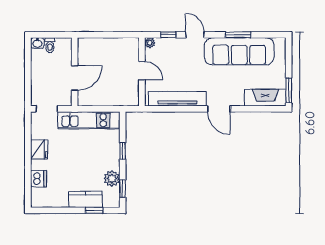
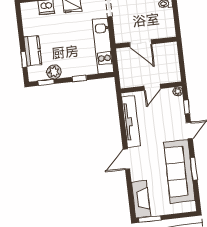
wall: (75, 72) -> (146, 43), moved
door: (75, 78) -> (141, 43), moved

